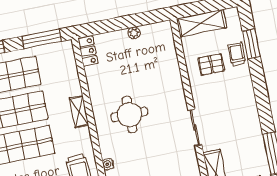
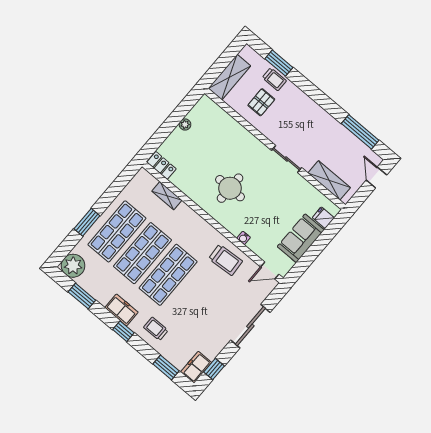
window: (42, 39) -> (120, 184), removed
trolley: (237, 54) -> (274, 79), turned 180
shelving: (79, 112) -> (167, 196), moved

